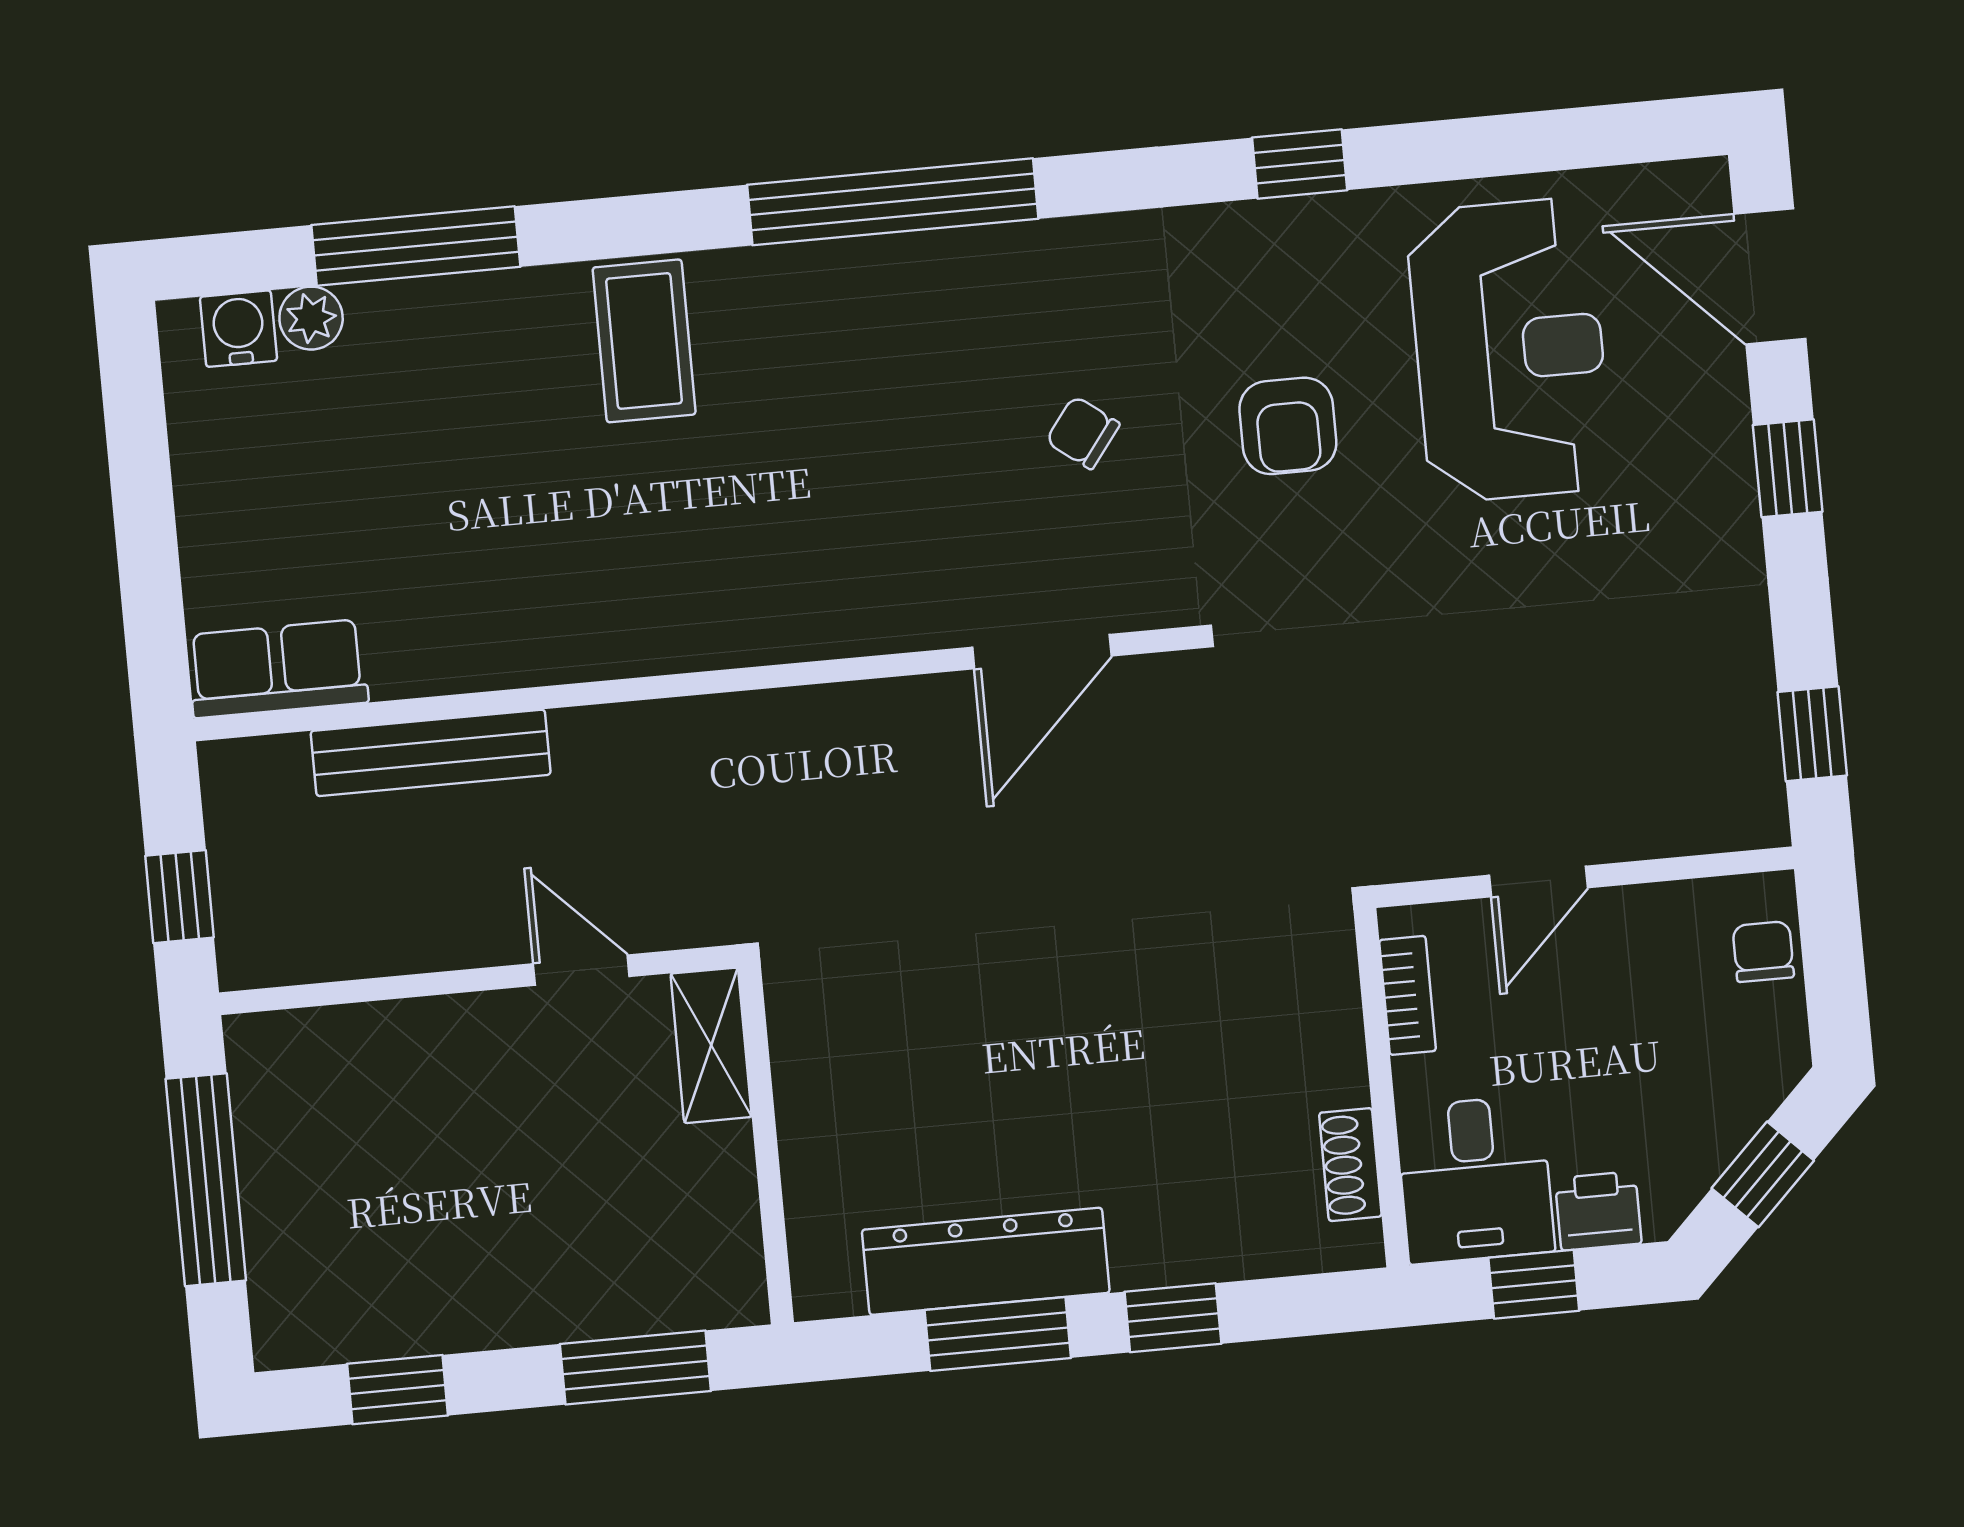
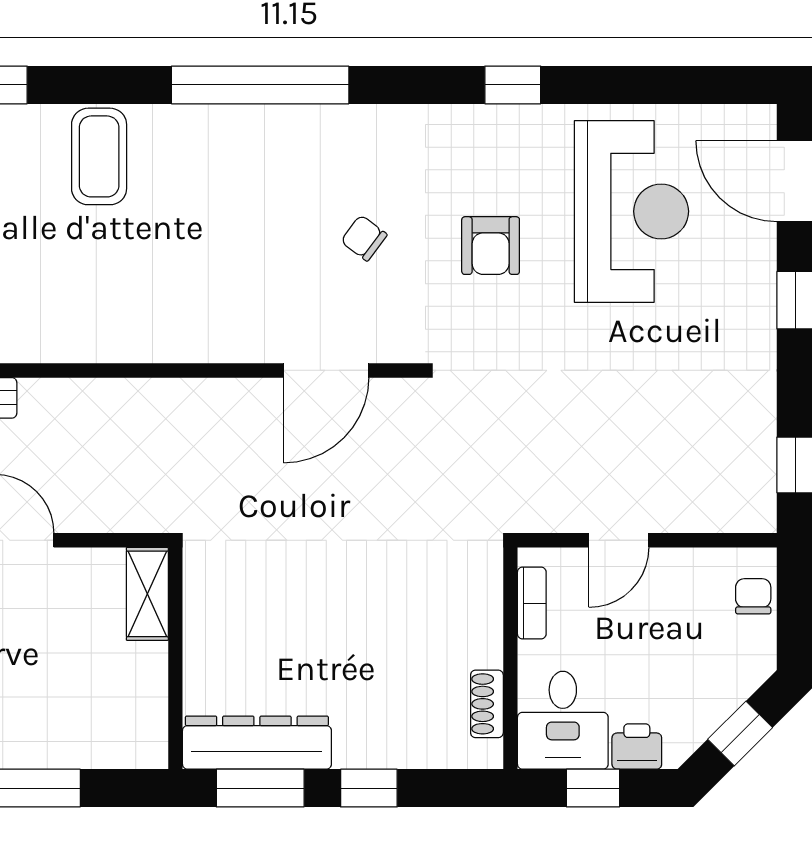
shelving: (711, 1045) -> (147, 594), moved
wall: (766, 1145) -> (175, 658), moved

